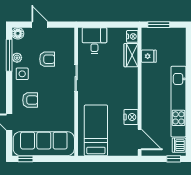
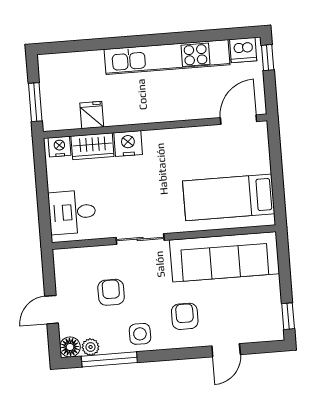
plant: (17, 58) -> (91, 347), moved
nightstand: (131, 117) -> (128, 144), moved
sofa: (44, 144) -> (224, 257), moved, turned -90

